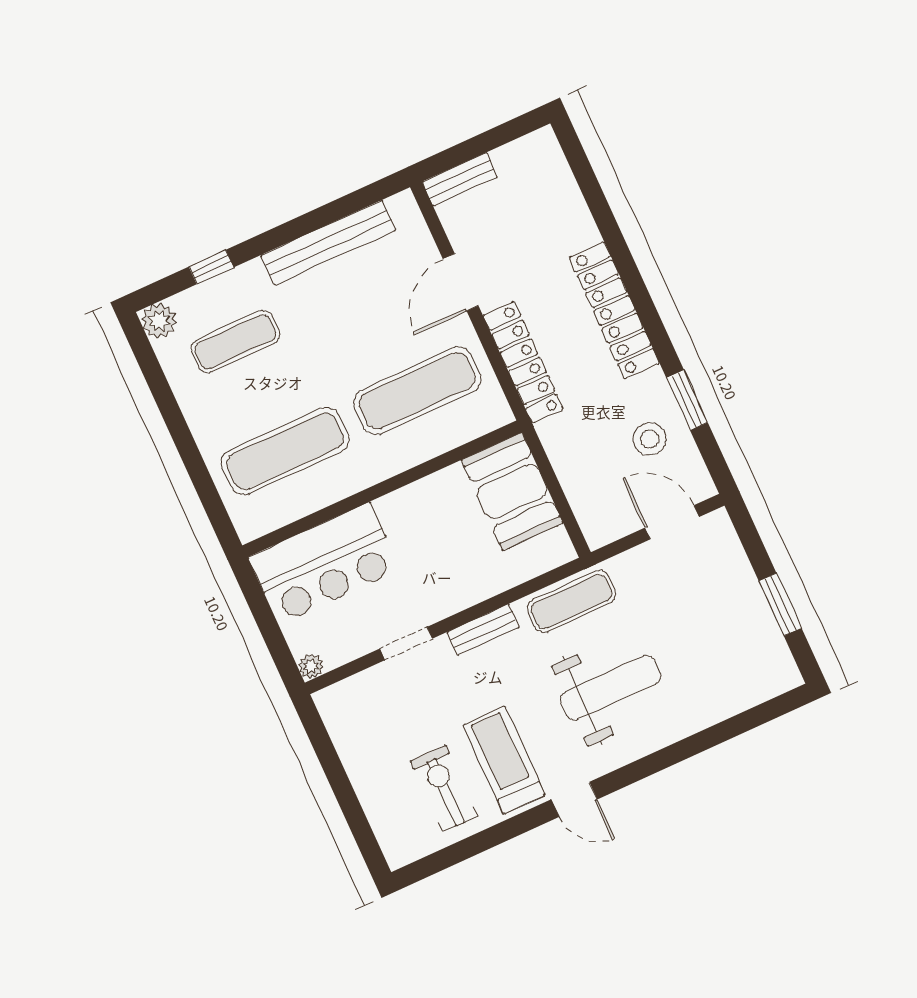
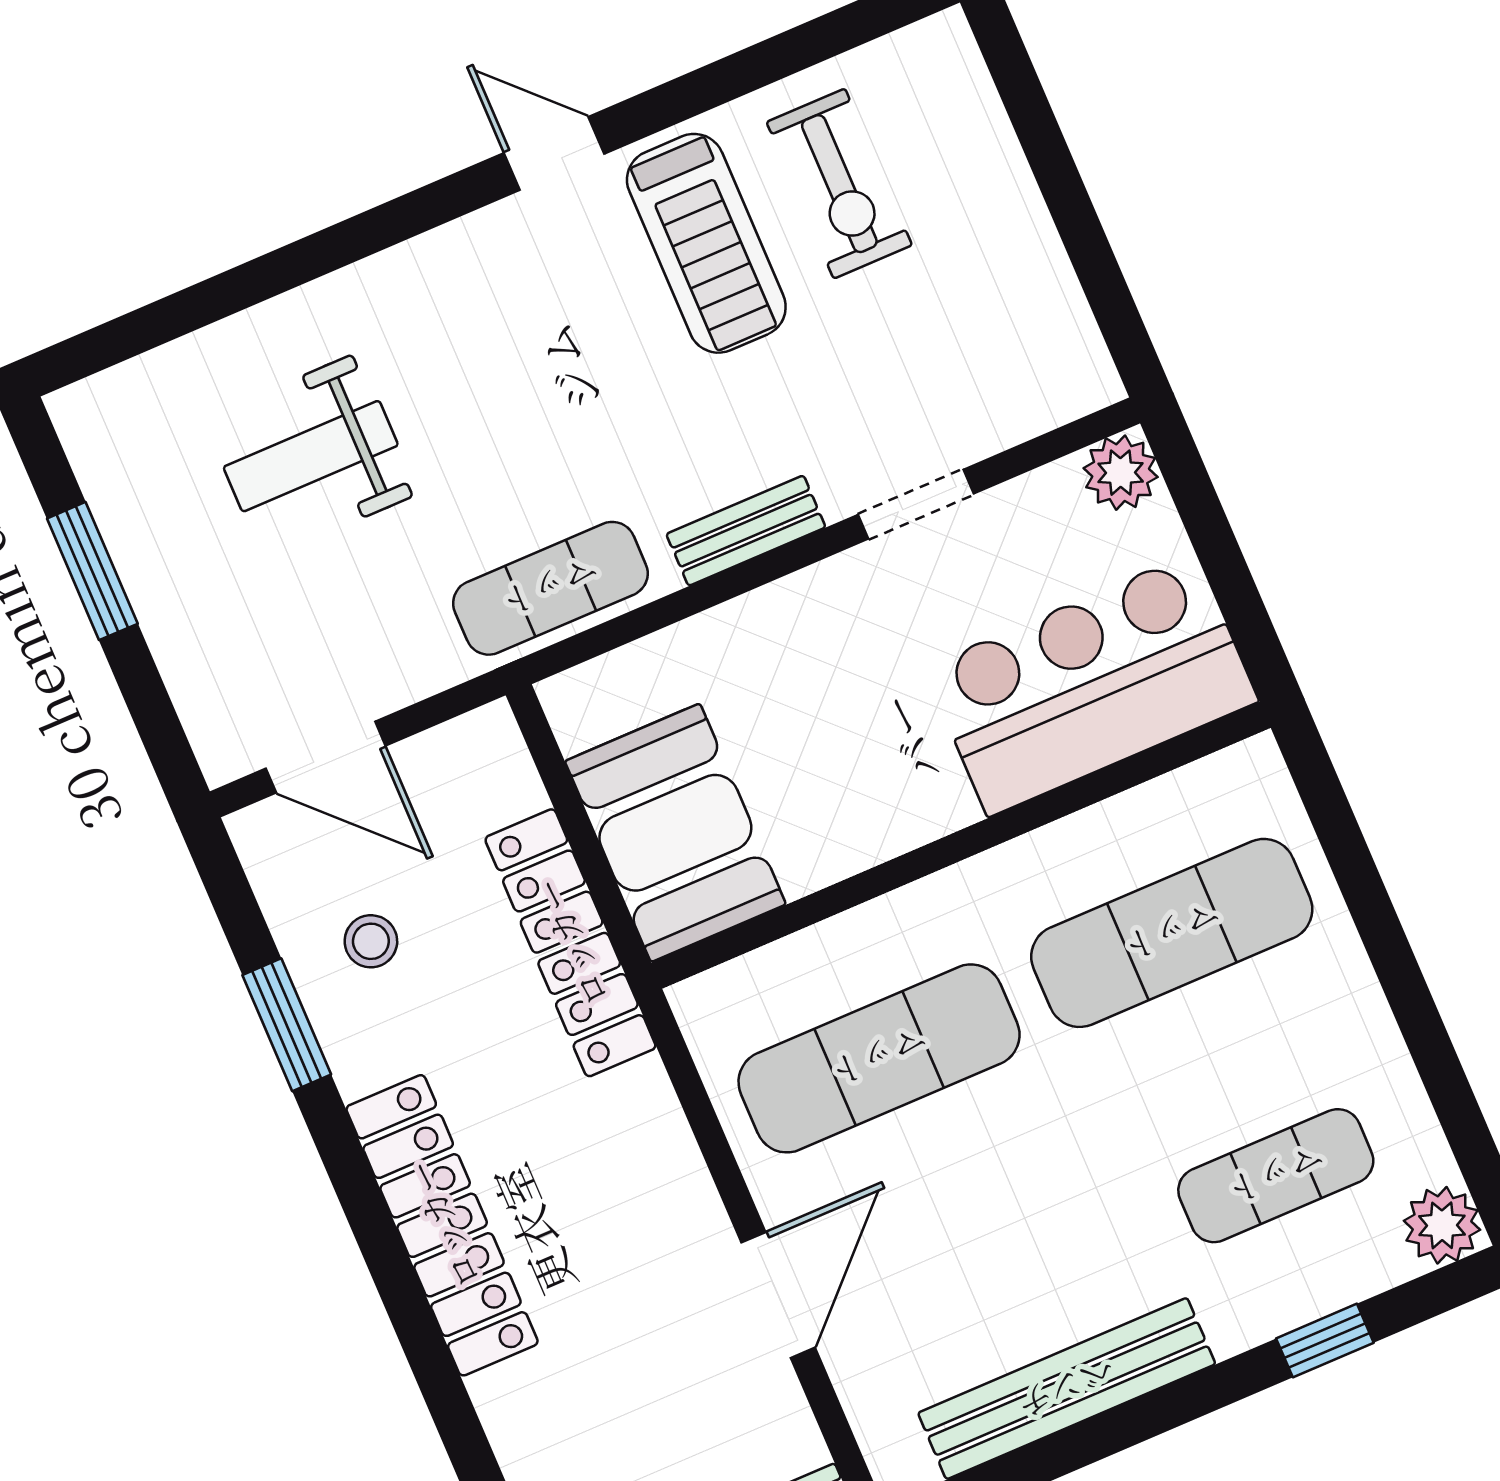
locker: (523, 362) -> (570, 943), moved
stool: (650, 439) -> (371, 941), width x0.73, depth x0.73
plant: (311, 666) -> (1121, 473), width x1.38, depth x1.38
weight bench: (611, 688) -> (311, 456), moved, width x0.73, depth x0.75

